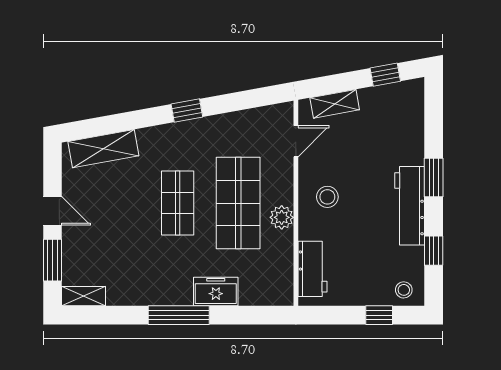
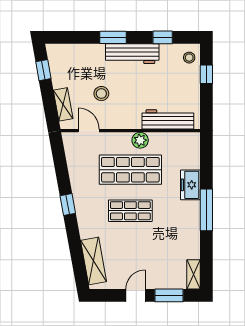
stool: (327, 197) -> (101, 94), moved
workbench: (312, 269) -> (168, 119), width x1.37

